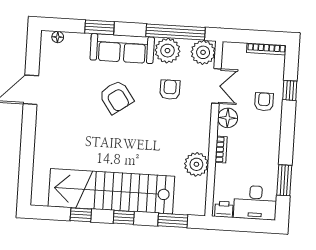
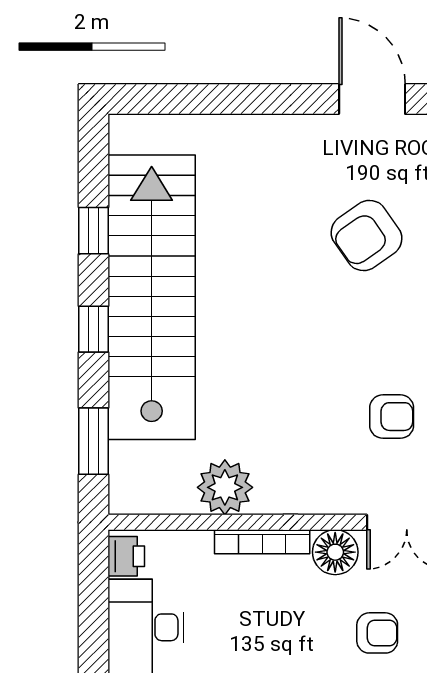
armchair: (116, 97) -> (367, 236), moved
bookcase: (221, 150) -> (262, 542), width x1.56

